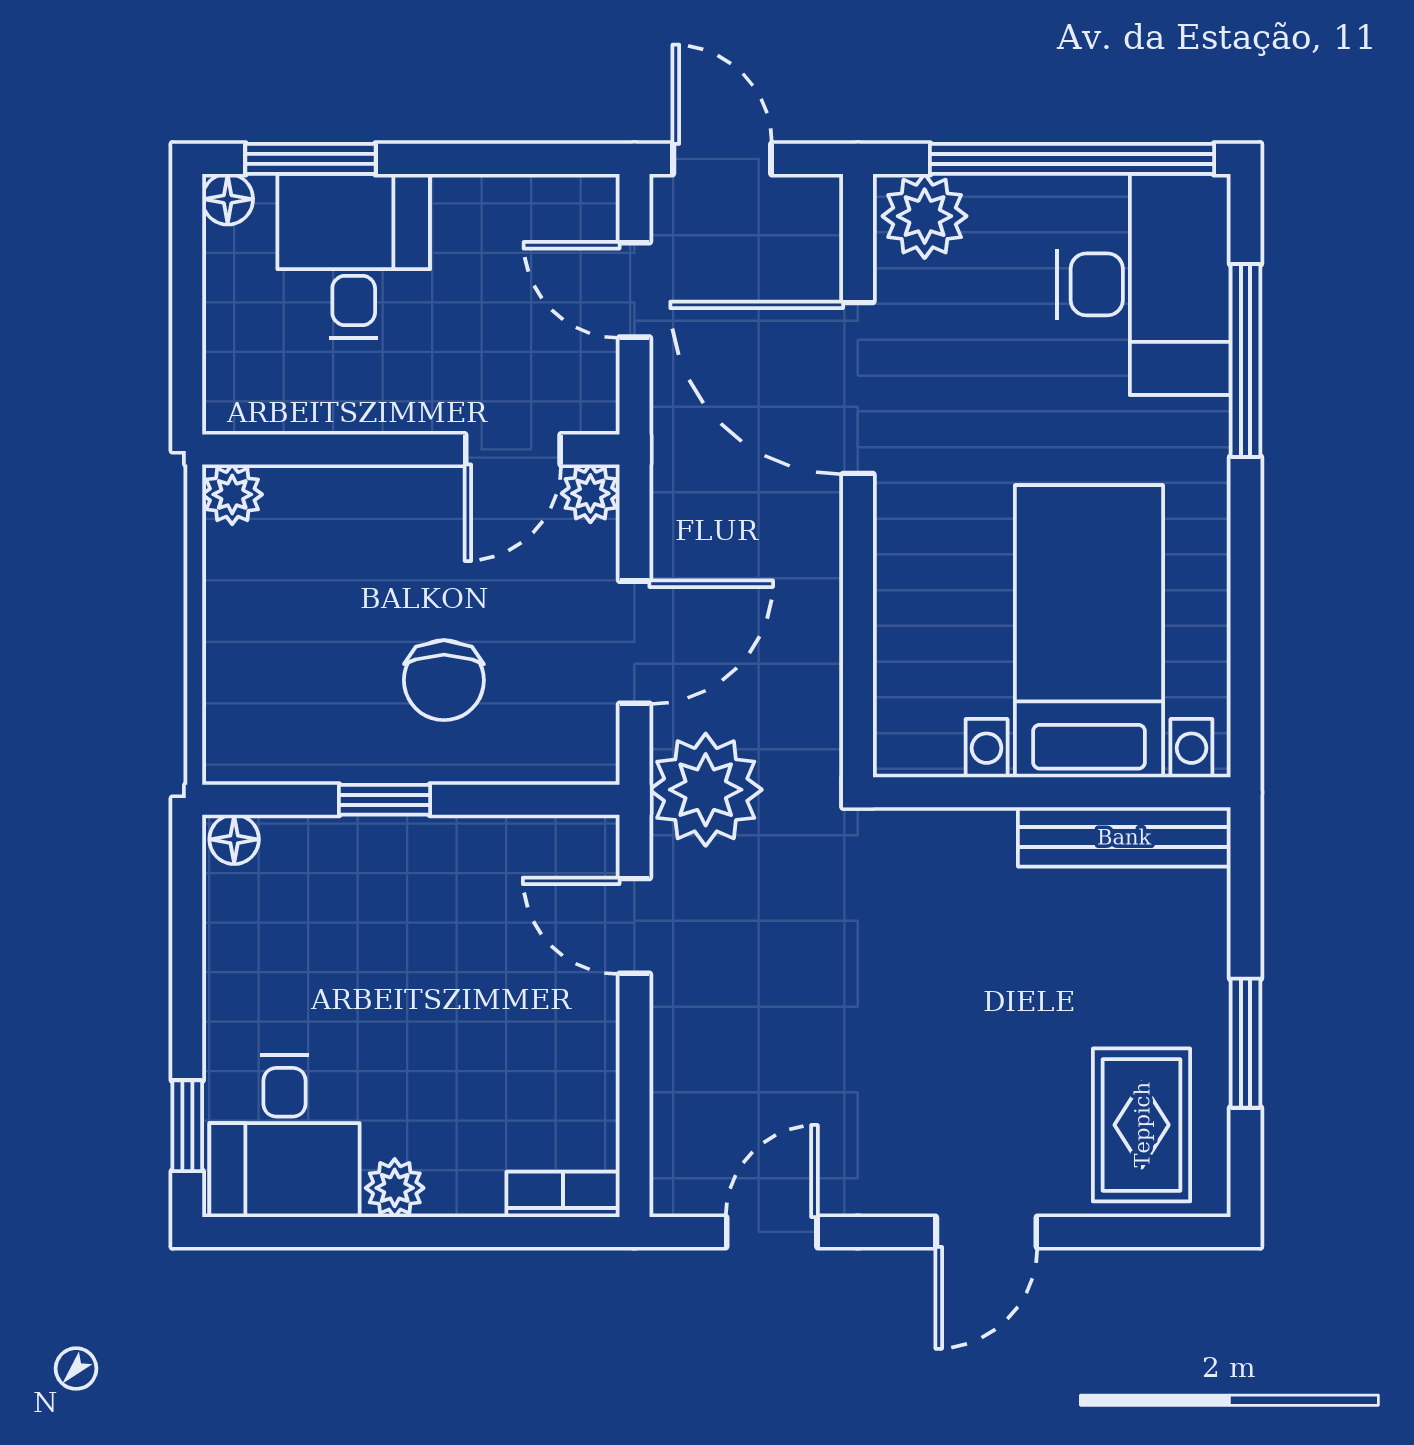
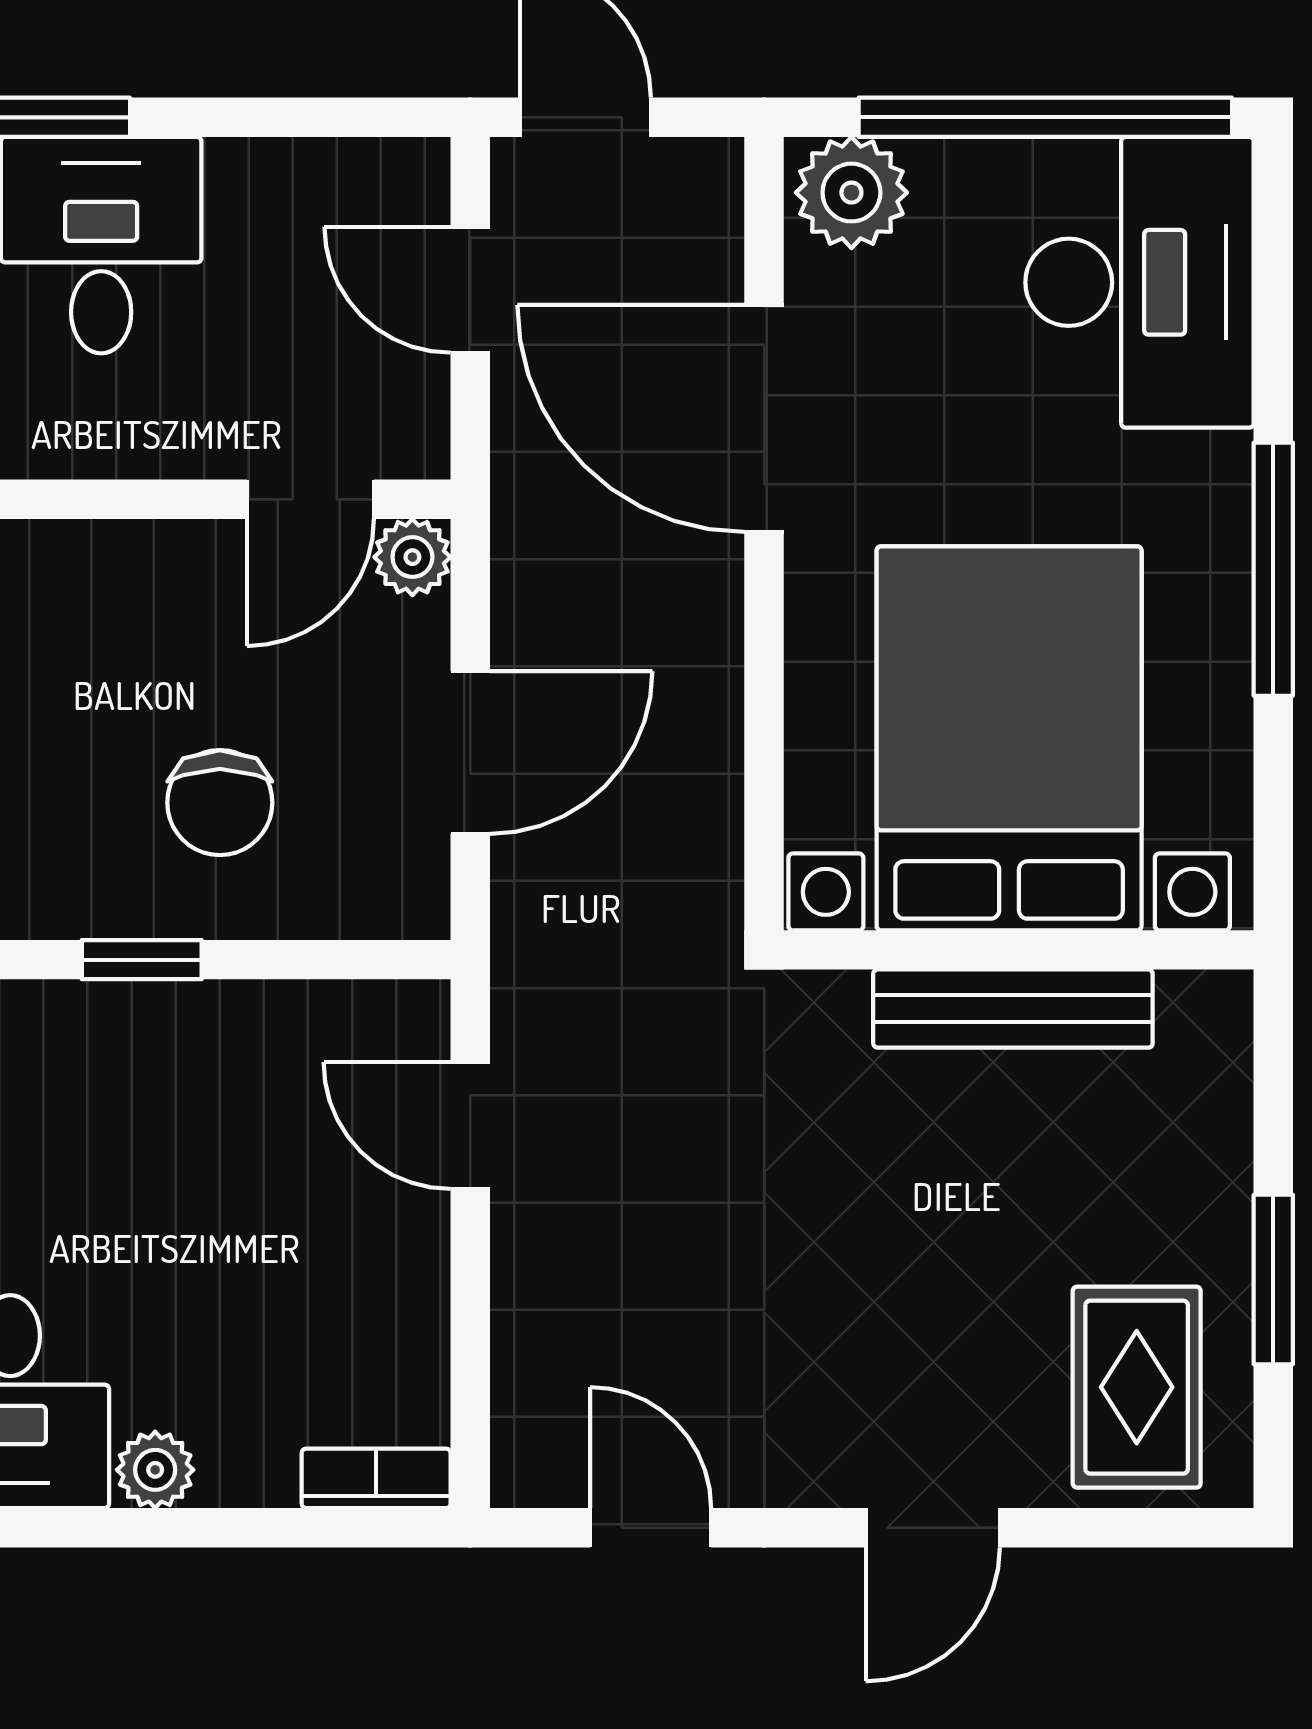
window: (1246, 360) -> (1273, 569), moved
bed with nightstands: (1089, 631) -> (1009, 738), width x1.36
plant: (706, 790) -> (564, 946), removed
bench: (1124, 837) -> (1013, 1009), moved
door: (772, 1232) -> (651, 1528), hinge flipped

